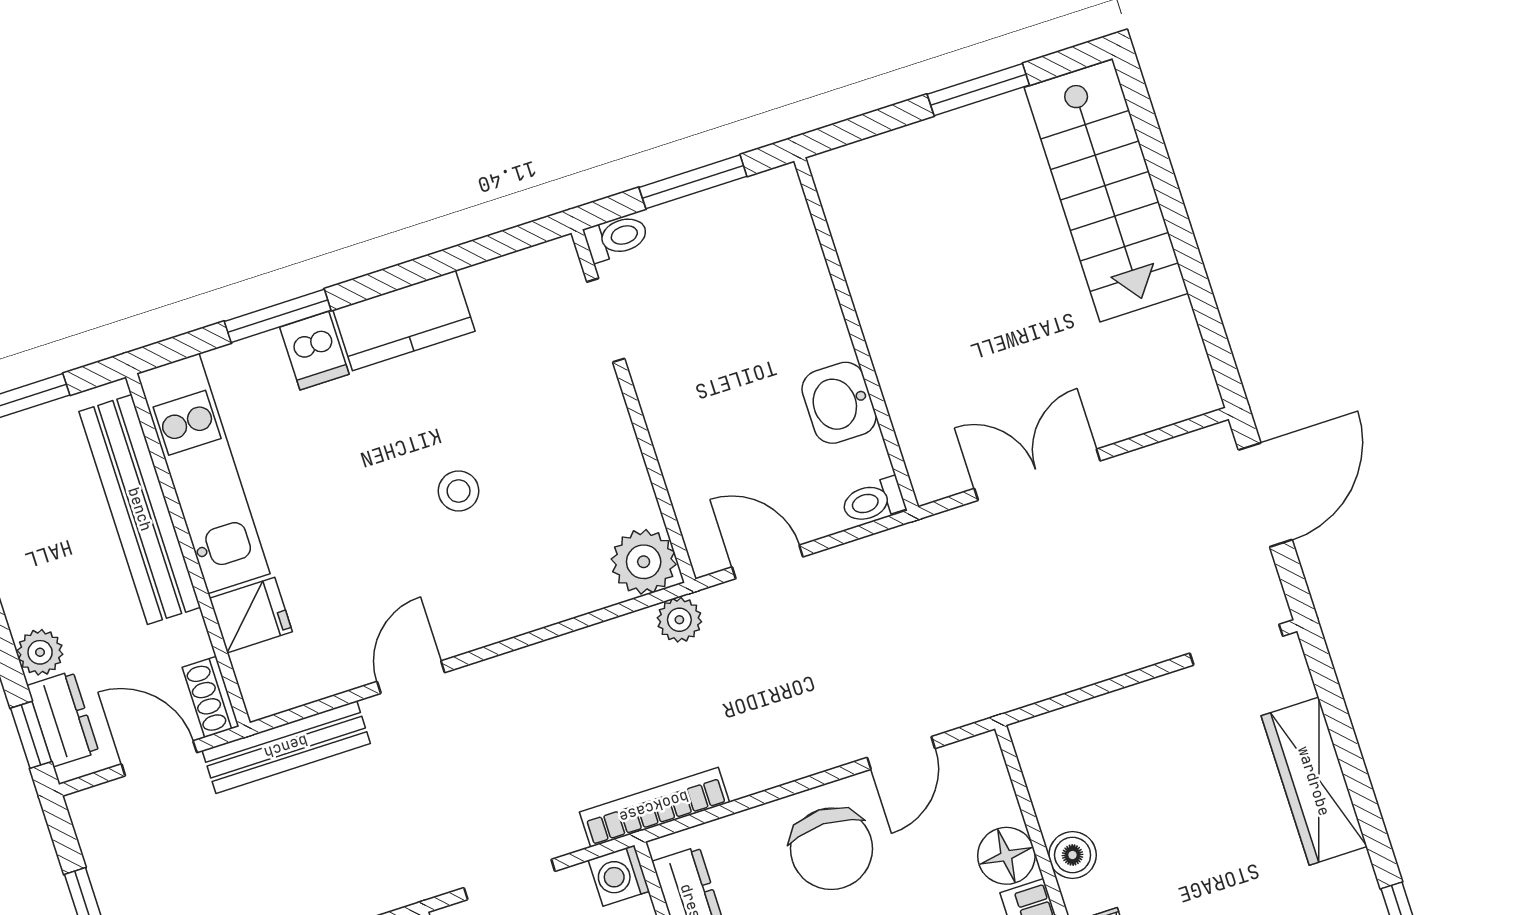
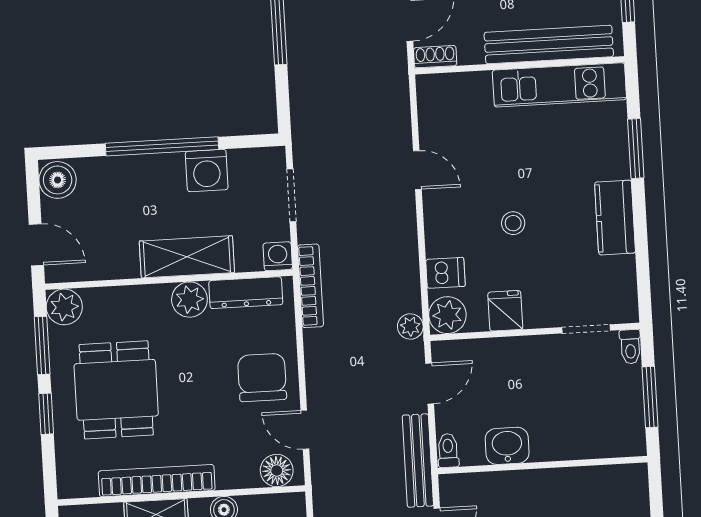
dishwasher: (314, 351) -> (445, 273), moved, turned 180
fridge: (251, 615) -> (505, 311), moved, turned 180
bench: (286, 747) -> (418, 461), moved
chair: (831, 849) -> (262, 377), turned 90
floor lamp: (1006, 856) -> (277, 471), moved

